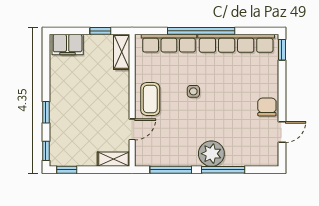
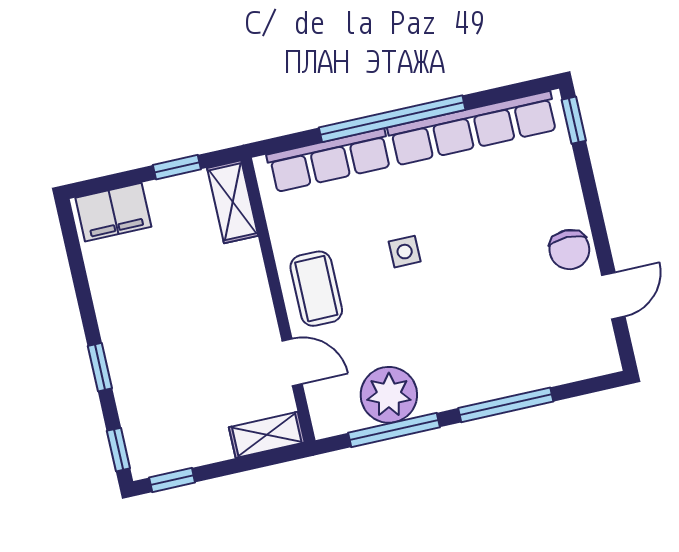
chair: (267, 107) -> (569, 250), turned 180
door: (132, 129) -> (292, 362), hinge flipped
plant: (211, 154) -> (389, 395), moved

